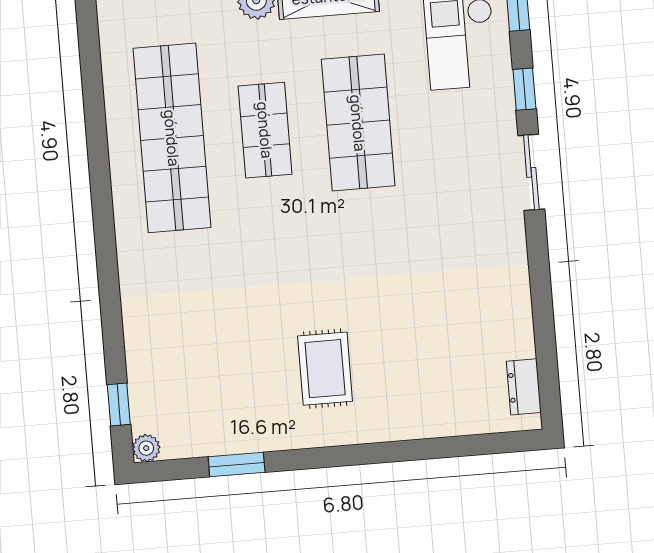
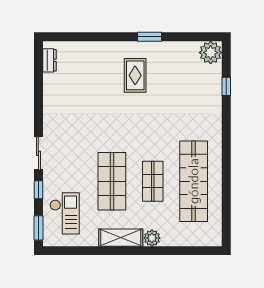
window: (119, 405) -> (226, 86), moved
plant: (146, 448) -> (211, 53), width x1.88, depth x1.88
window: (237, 465) -> (150, 37), moved

